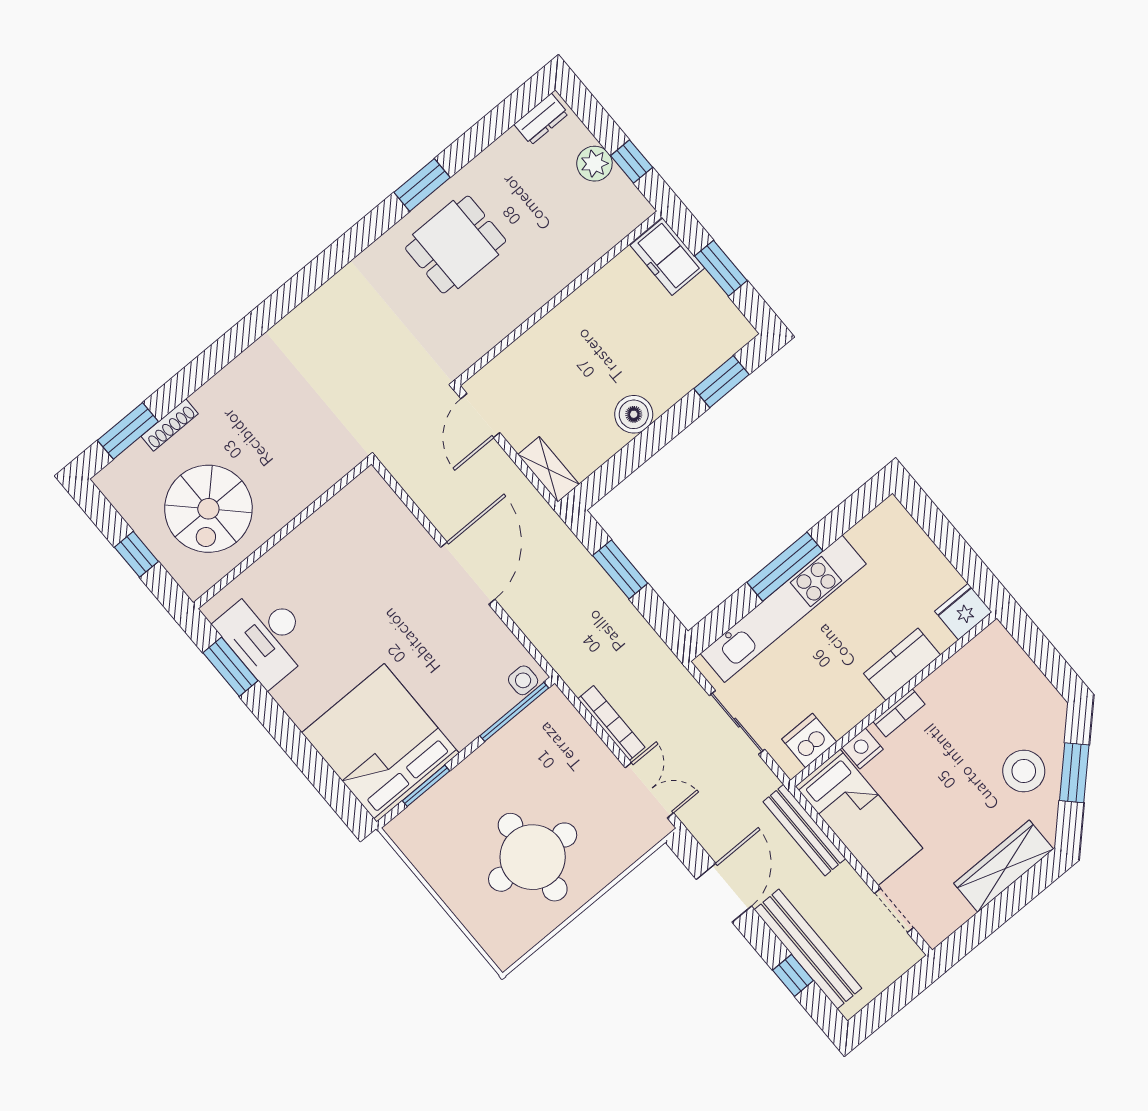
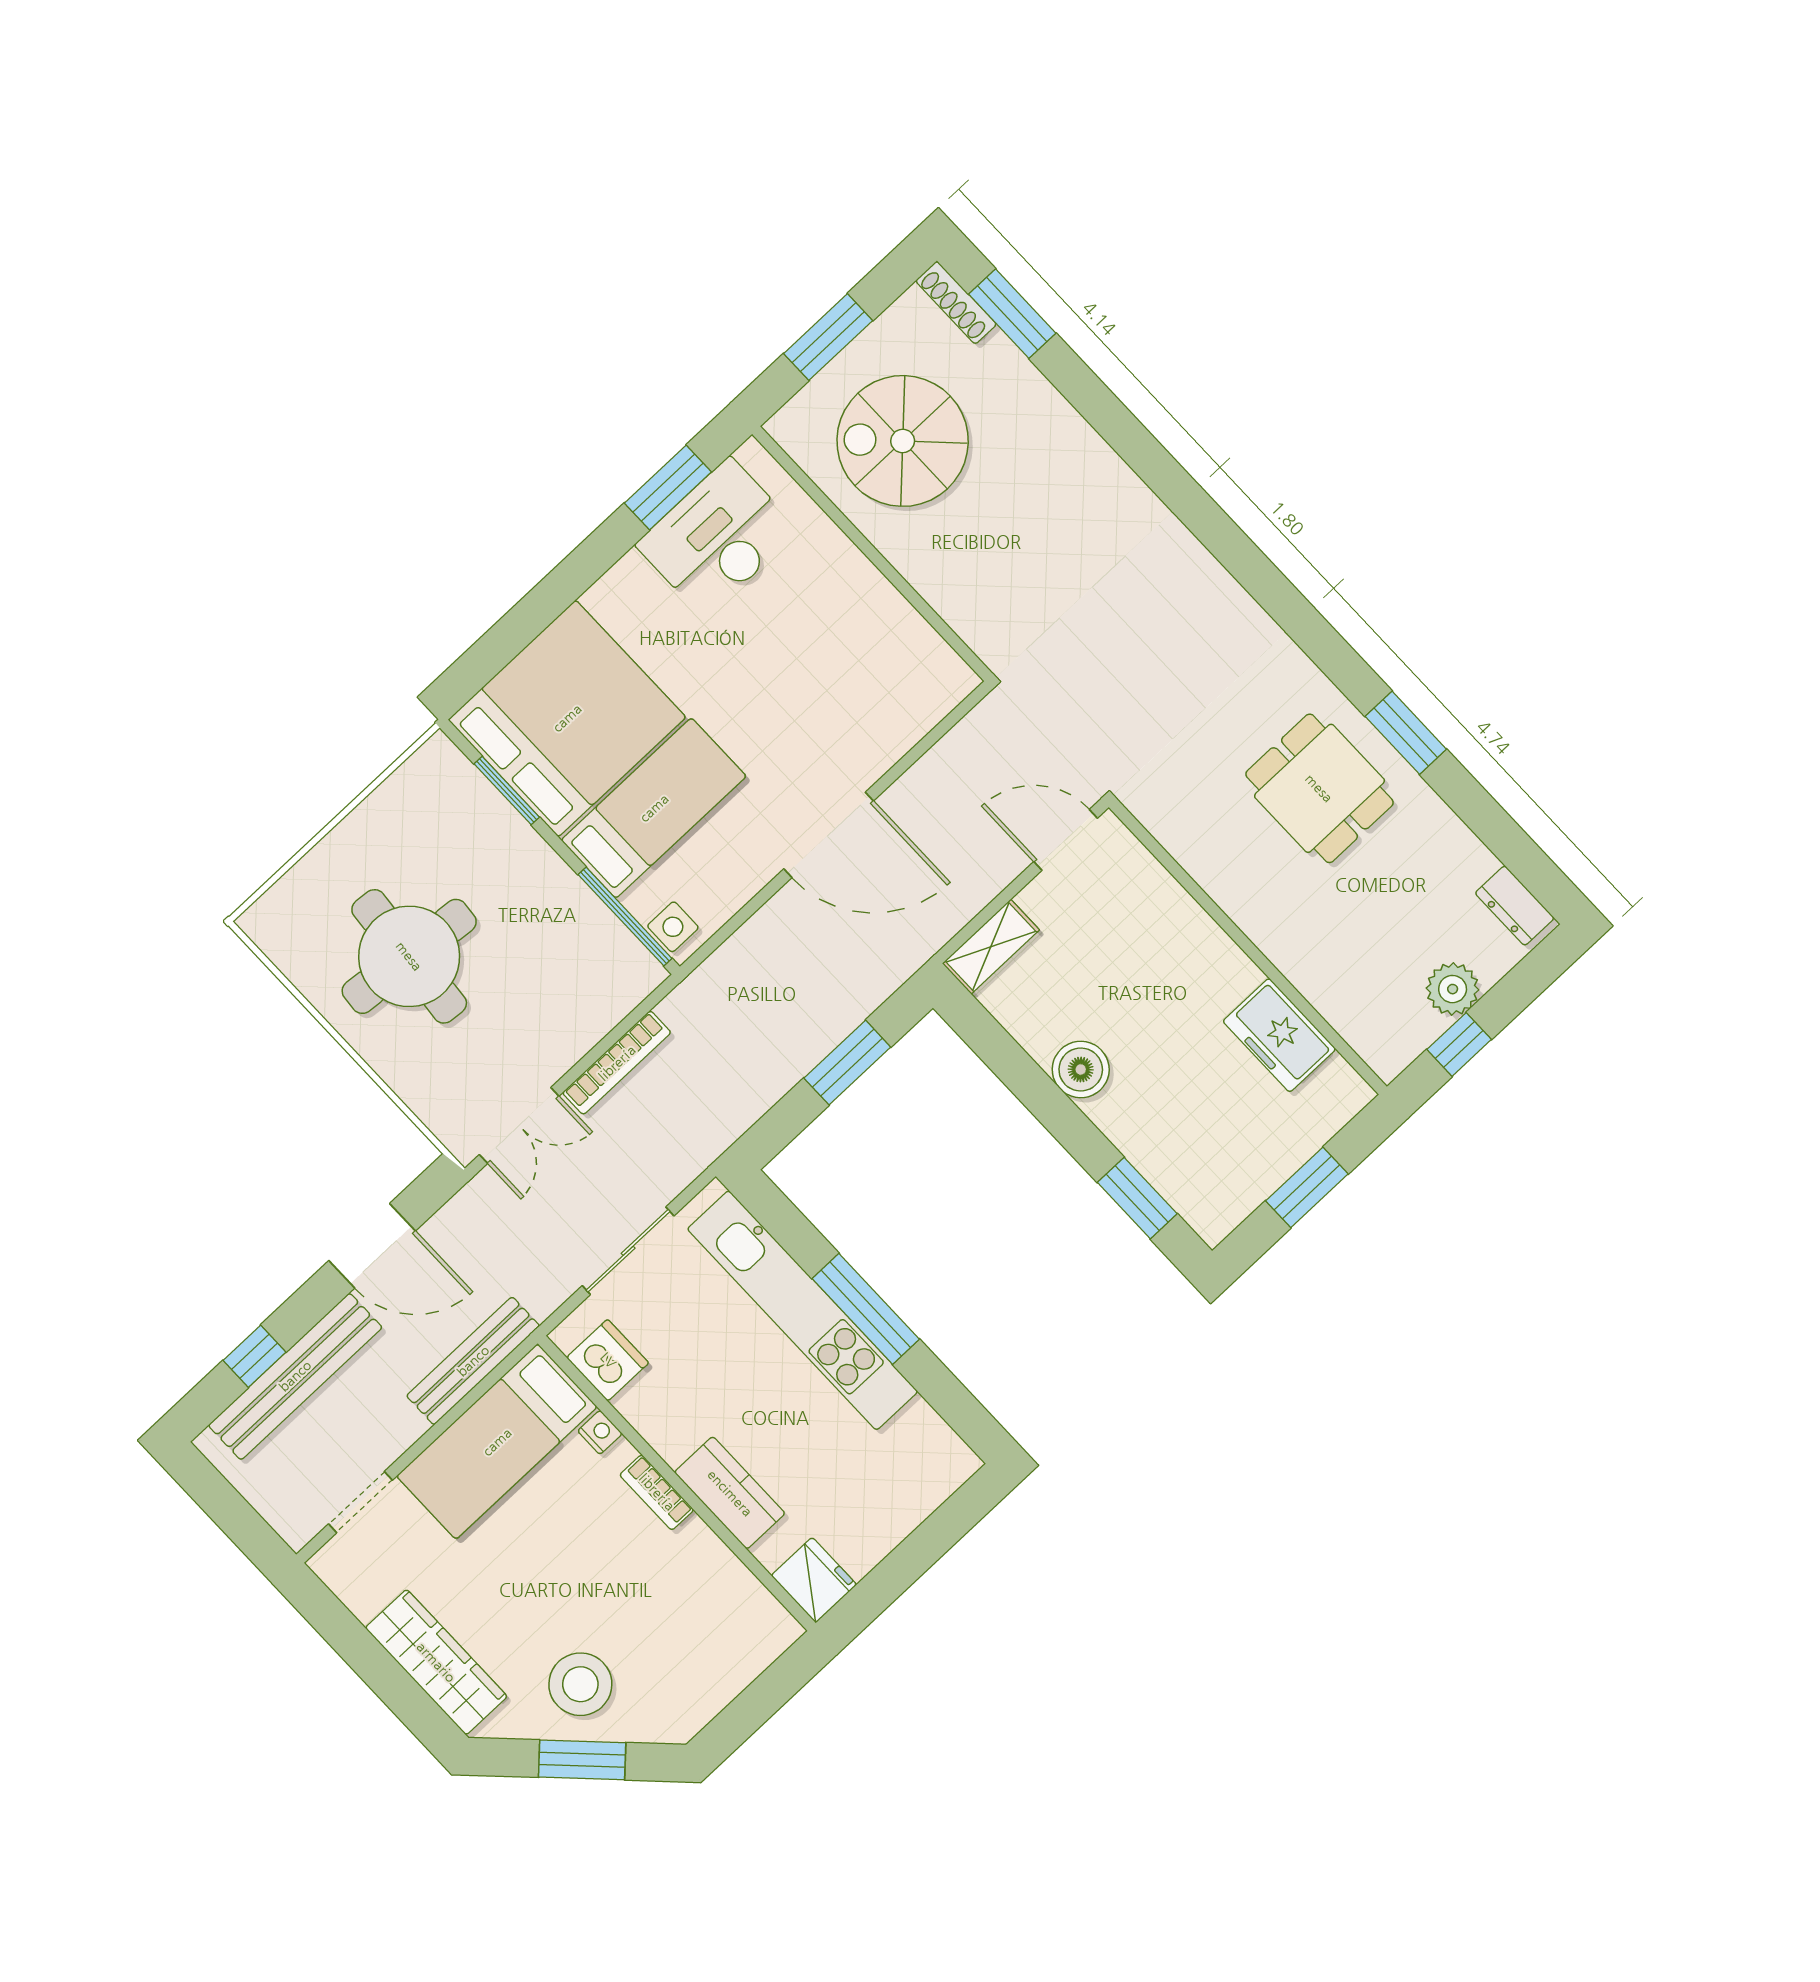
freezer: (667, 257) -> (1279, 1035), moved, turned -90
shoe rack: (170, 425) -> (956, 303), moved
window: (136, 554) -> (828, 337), width x1.50
bed: (443, 689) -> (654, 808), added
nightstand: (862, 748) -> (600, 1432), width x0.72, depth x0.74

